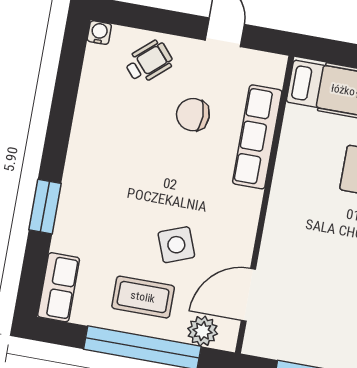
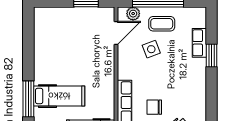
chair: (193, 115) -> (154, 107), turned 180
row of seats: (59, 287) -> (199, 43), moved

